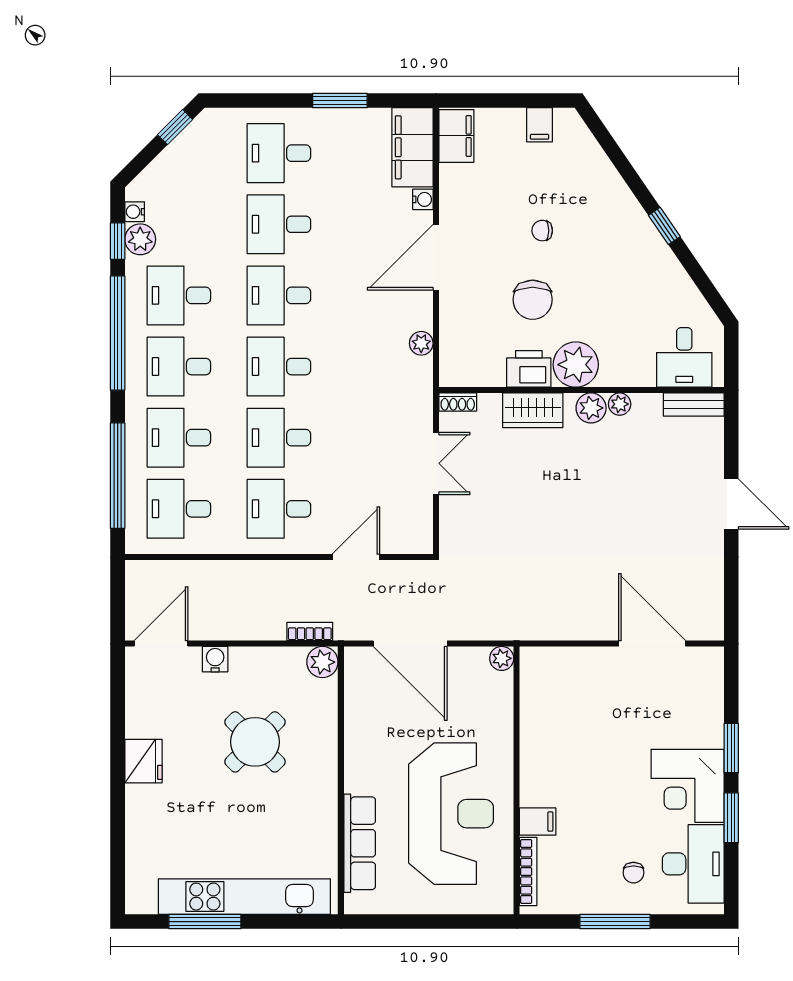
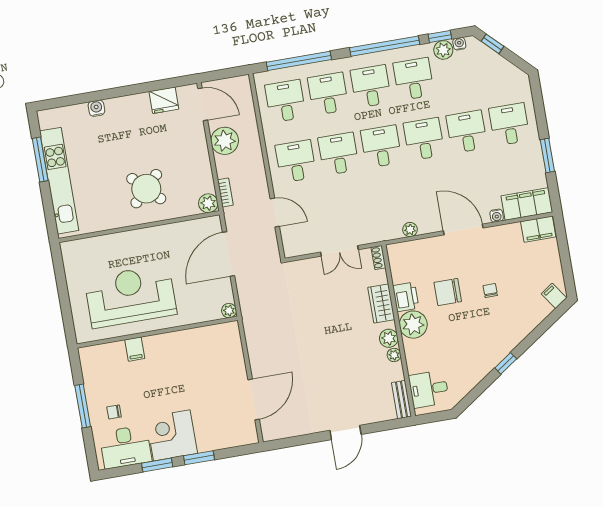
filing cabinet: (540, 125) -> (554, 296), moved, turned 56
window: (175, 127) -> (493, 44), moved
plant: (226, 618) -> (225, 141), added
water cooler: (215, 659) -> (96, 108), moved, turned -90
round table: (255, 742) -> (146, 189), moved
fridge: (143, 761) -> (164, 100), moved
reception desk: (451, 814) -> (131, 296), turned 180
row of seats: (360, 843) -> (103, 244), removed
bookcase: (528, 872) -> (104, 349), removed

